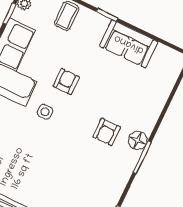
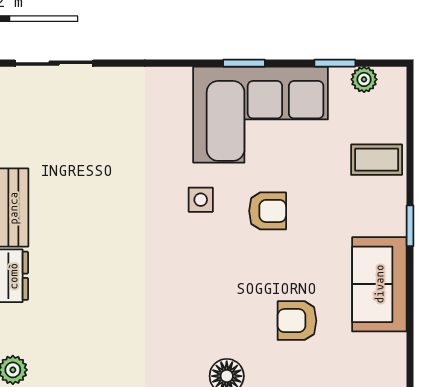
armchair: (107, 132) -> (297, 321), moved

